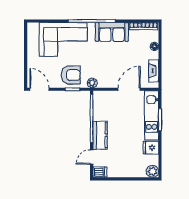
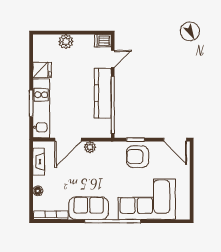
plant: (92, 83) -> (90, 147), moved
kitchen counter: (100, 135) -> (103, 93), width x1.50
plant: (152, 171) -> (66, 42), moved

